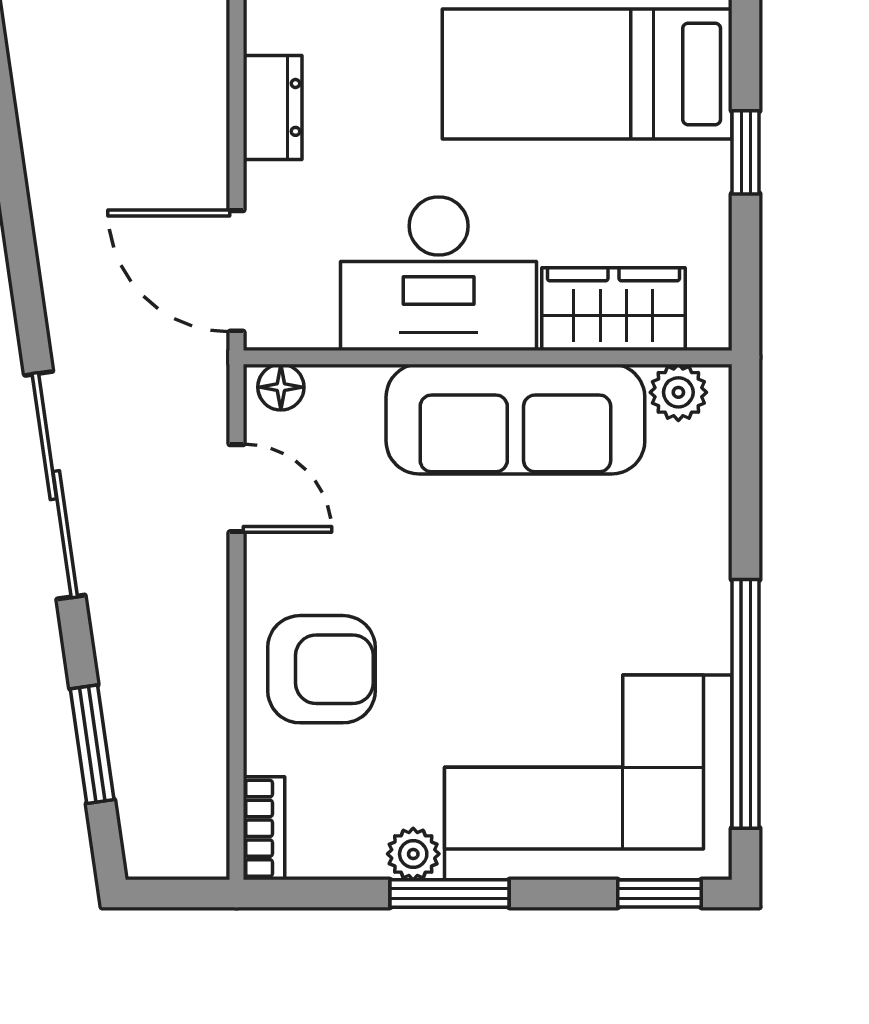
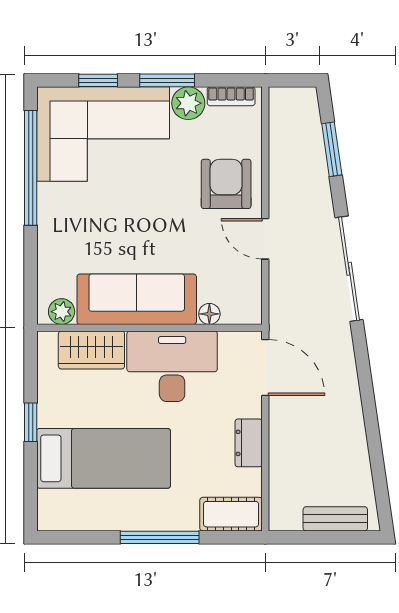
floor lamp: (281, 387) -> (209, 314), moved
door: (237, 488) -> (265, 239), moved
armchair: (322, 669) -> (226, 184), turned 90
bookcase: (264, 828) -> (231, 96), moved, turned -90
plant: (413, 854) -> (188, 103), width x1.38, depth x1.38
window: (660, 894) -> (98, 80), moved

